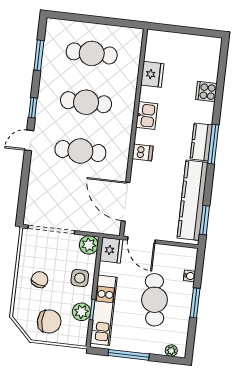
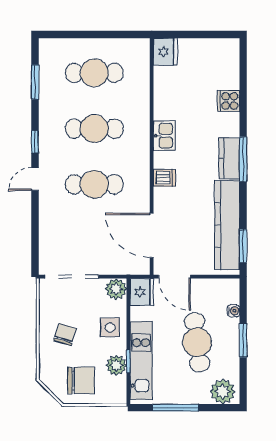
fridge: (152, 74) -> (165, 52), moved
plant: (171, 351) -> (223, 391), width x1.87, depth x1.87

